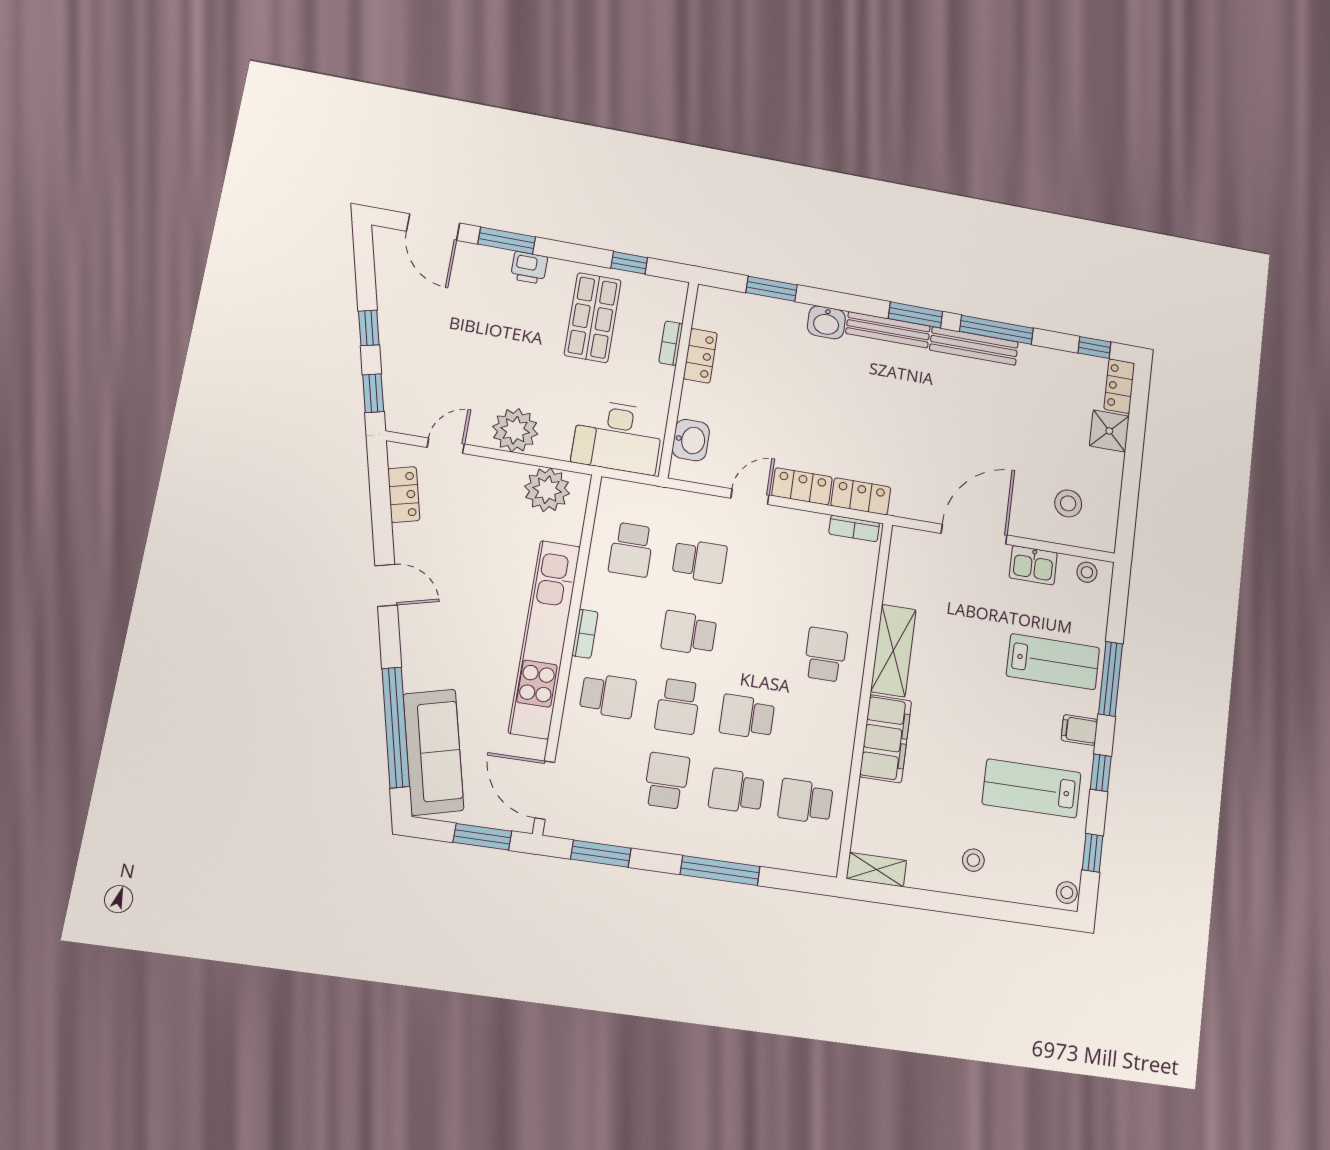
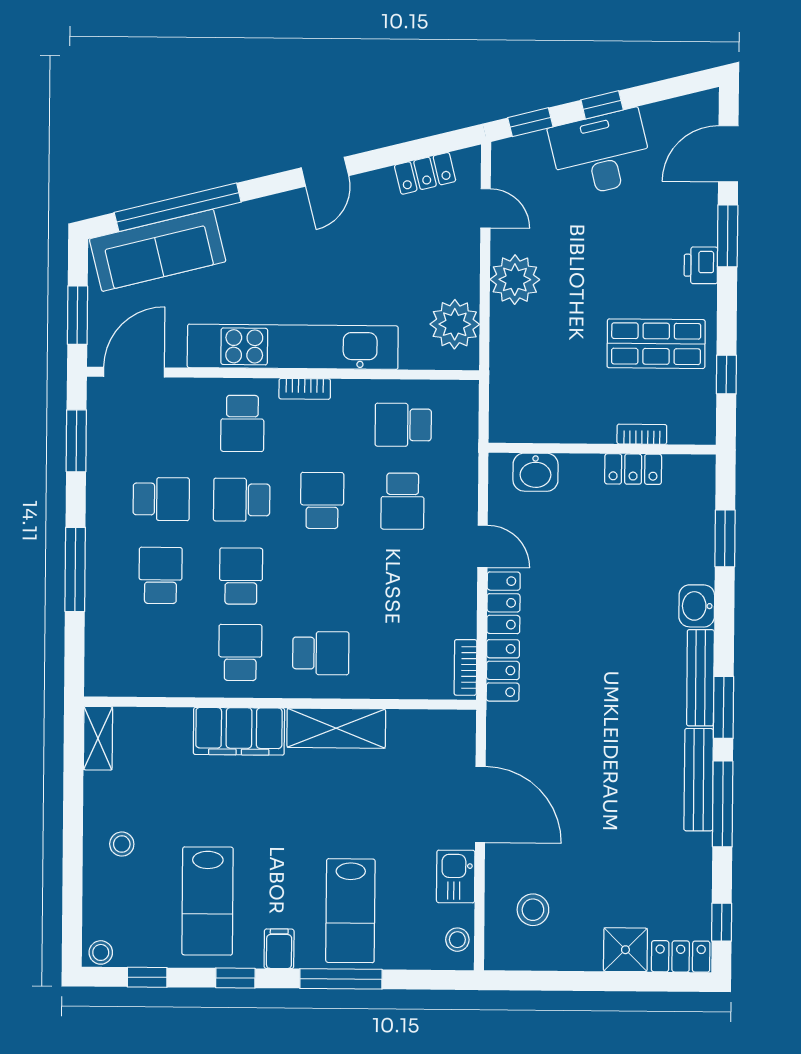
desk: (618, 437) -> (601, 153), moved, turned 76
lab bench: (1032, 788) -> (208, 901), turned 180
school desk: (806, 801) -> (240, 652), moved

